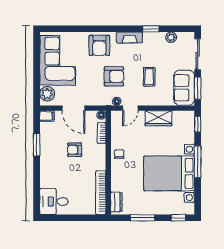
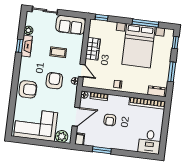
fireplace: (129, 38) -> (27, 46), moved
window: (198, 88) -> (72, 14), removed
window: (198, 162) -> (145, 23), moved

